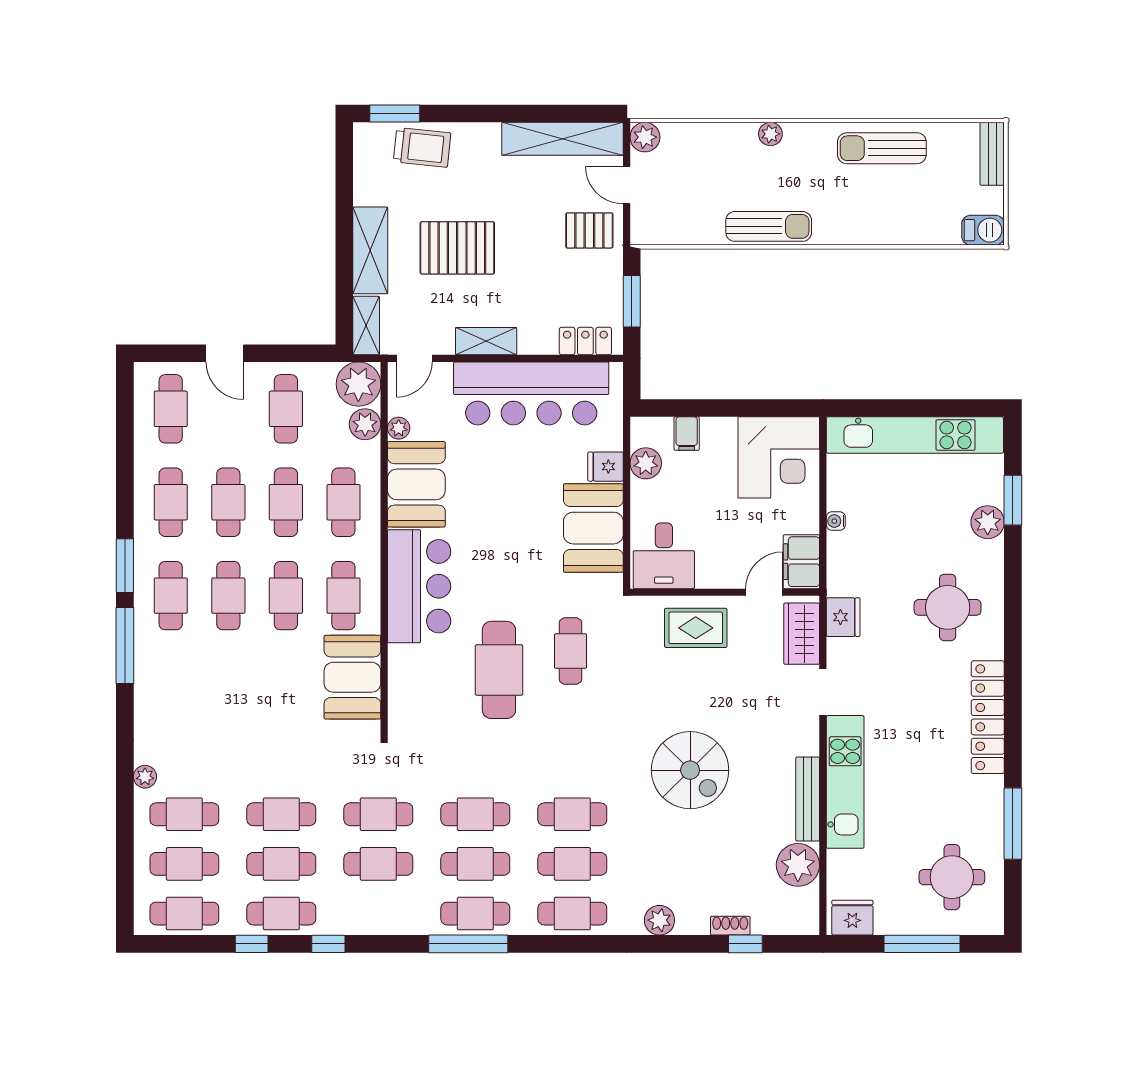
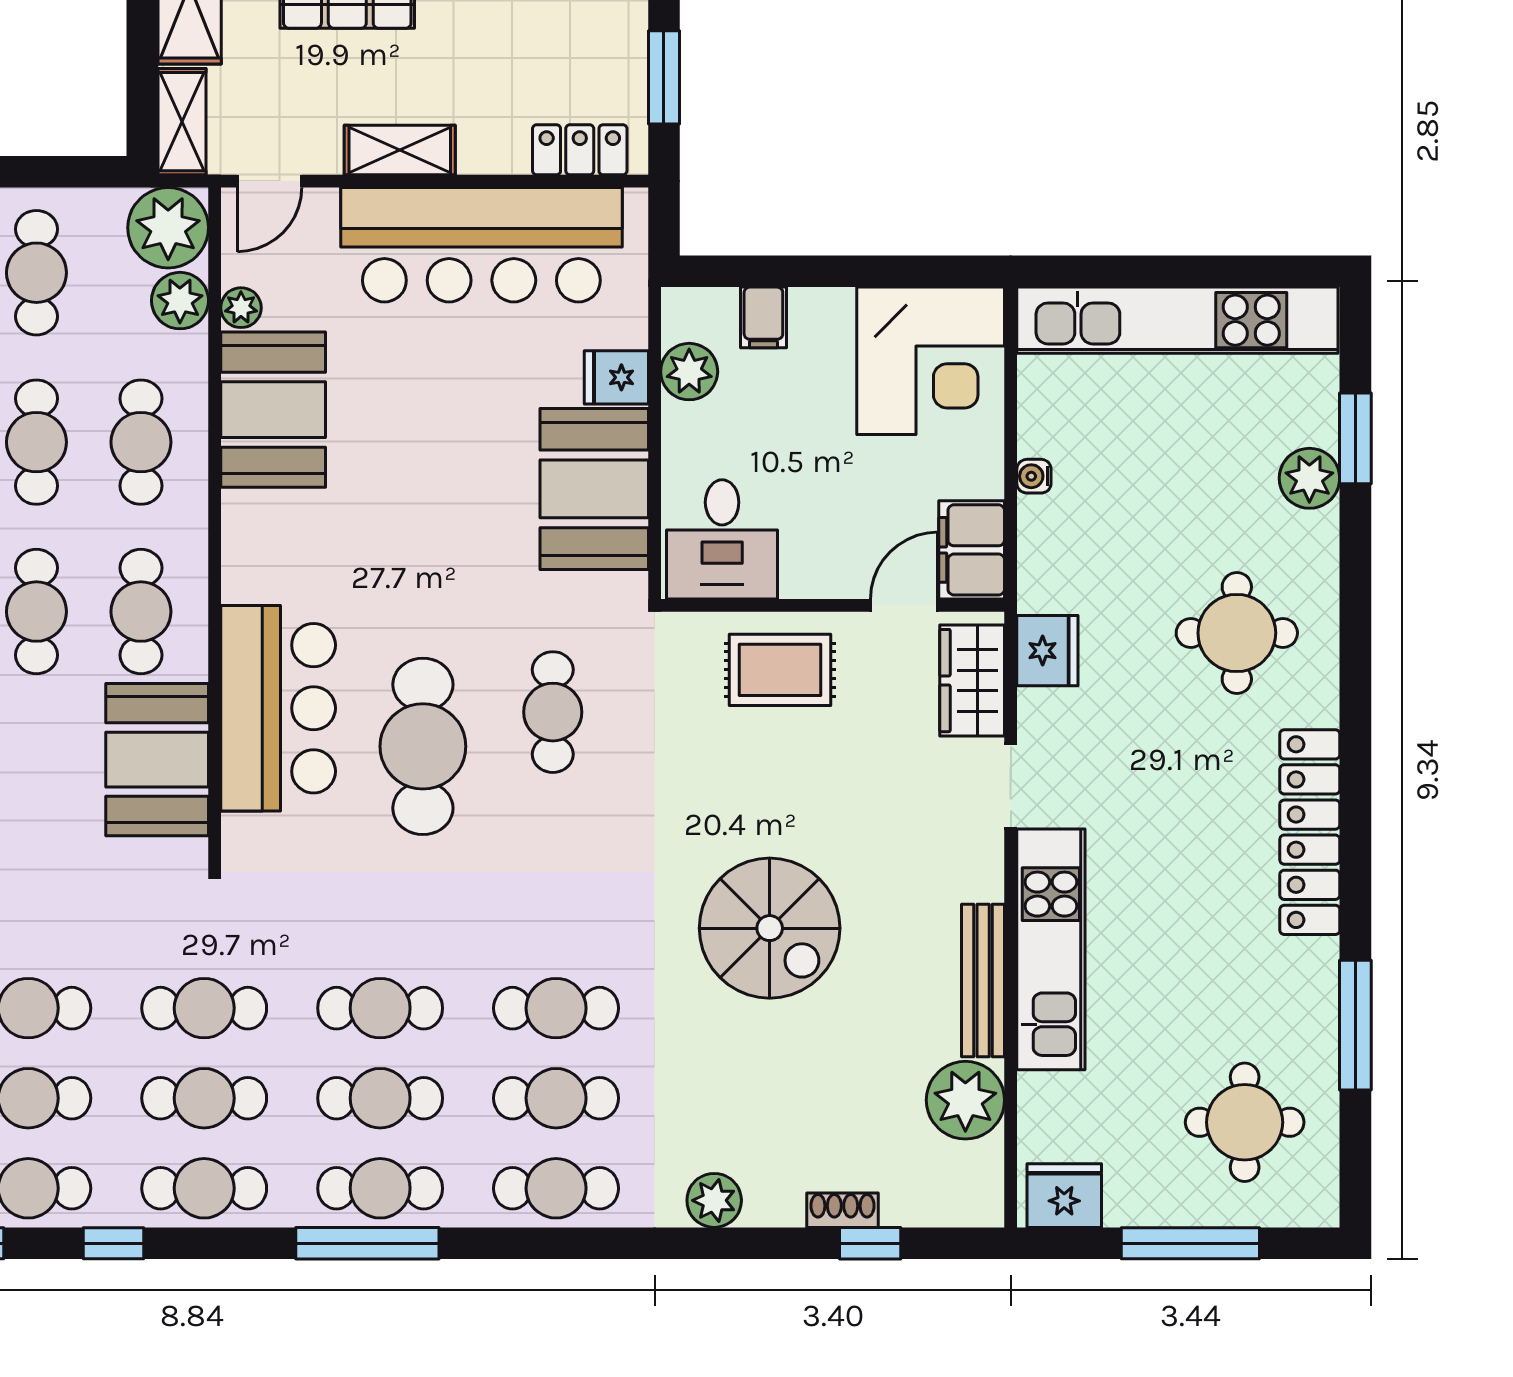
bar counter: (419, 586) -> (278, 708), moved
cafe table: (378, 914) -> (204, 1188), added

